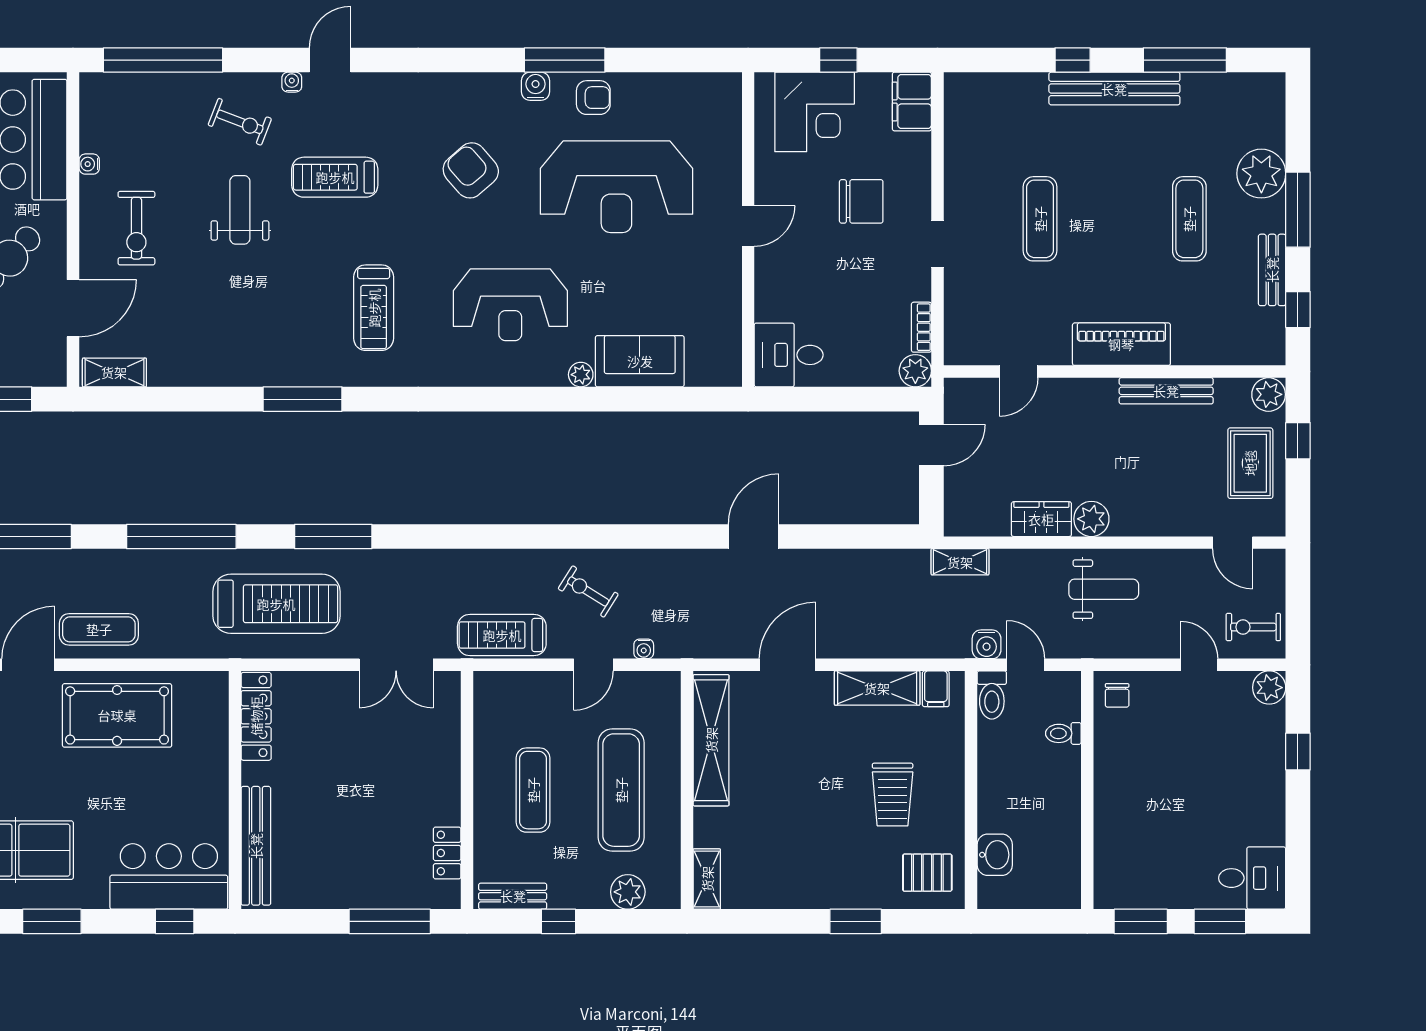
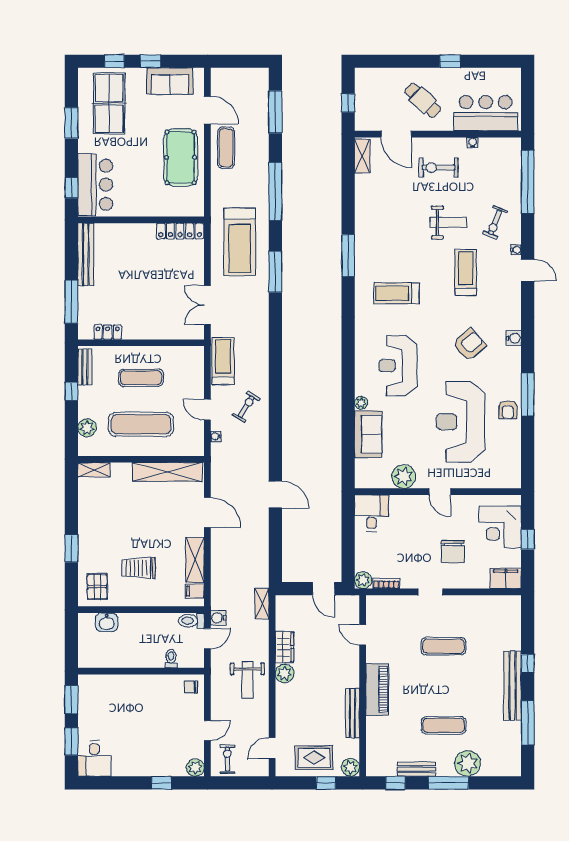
water cooler: (536, 86) -> (514, 338), moved
plant: (720, 294) -> (404, 477), added
bench: (256, 846) -> (86, 254), moved, turned 90

